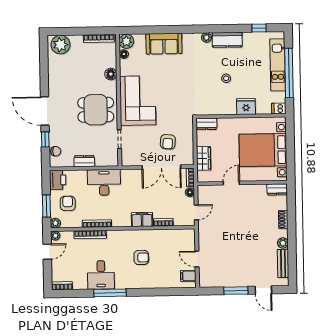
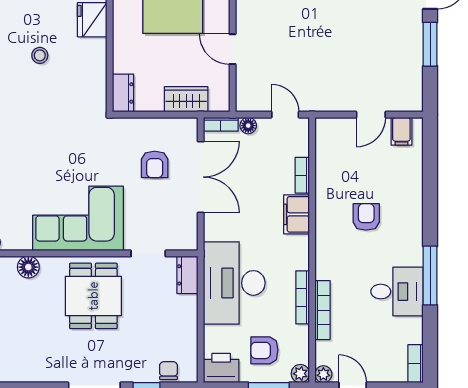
armchair: (168, 142) -> (155, 164), turned 85
dresser: (84, 161) -> (187, 275), moved
desk: (104, 182) -> (234, 283), width x1.36, depth x1.30

